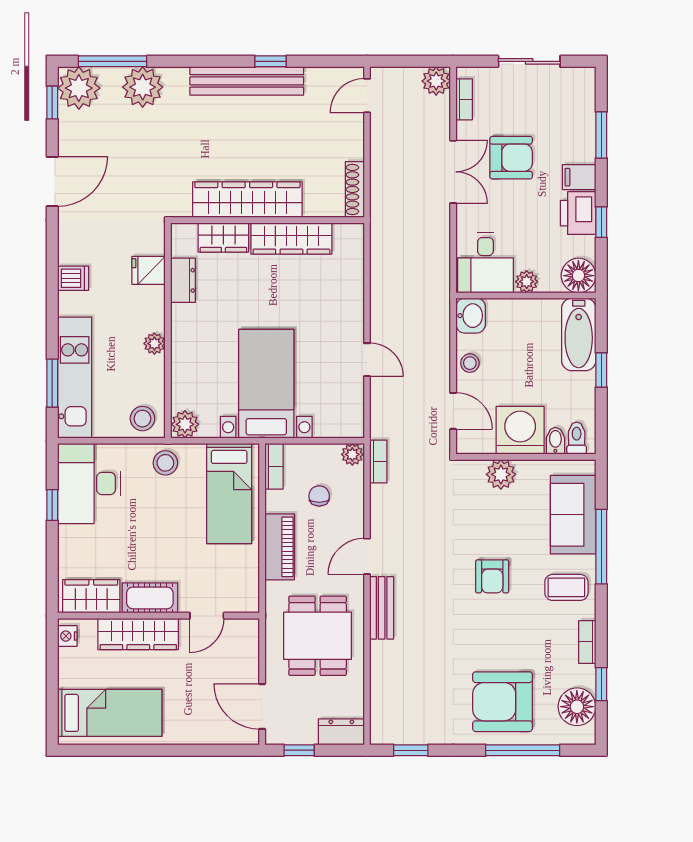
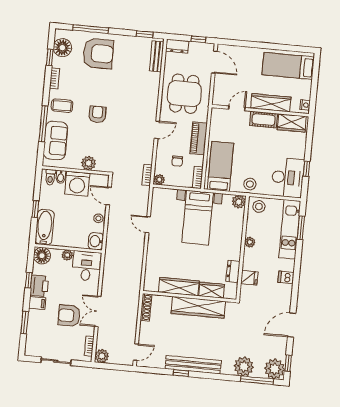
bench: (382, 608) -> (157, 56), moved

